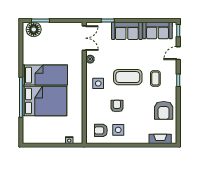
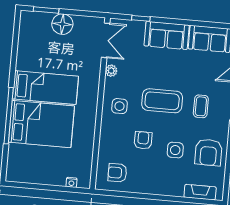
floor lamp: (34, 29) -> (62, 24), moved
side table: (118, 130) -> (175, 150), moved

